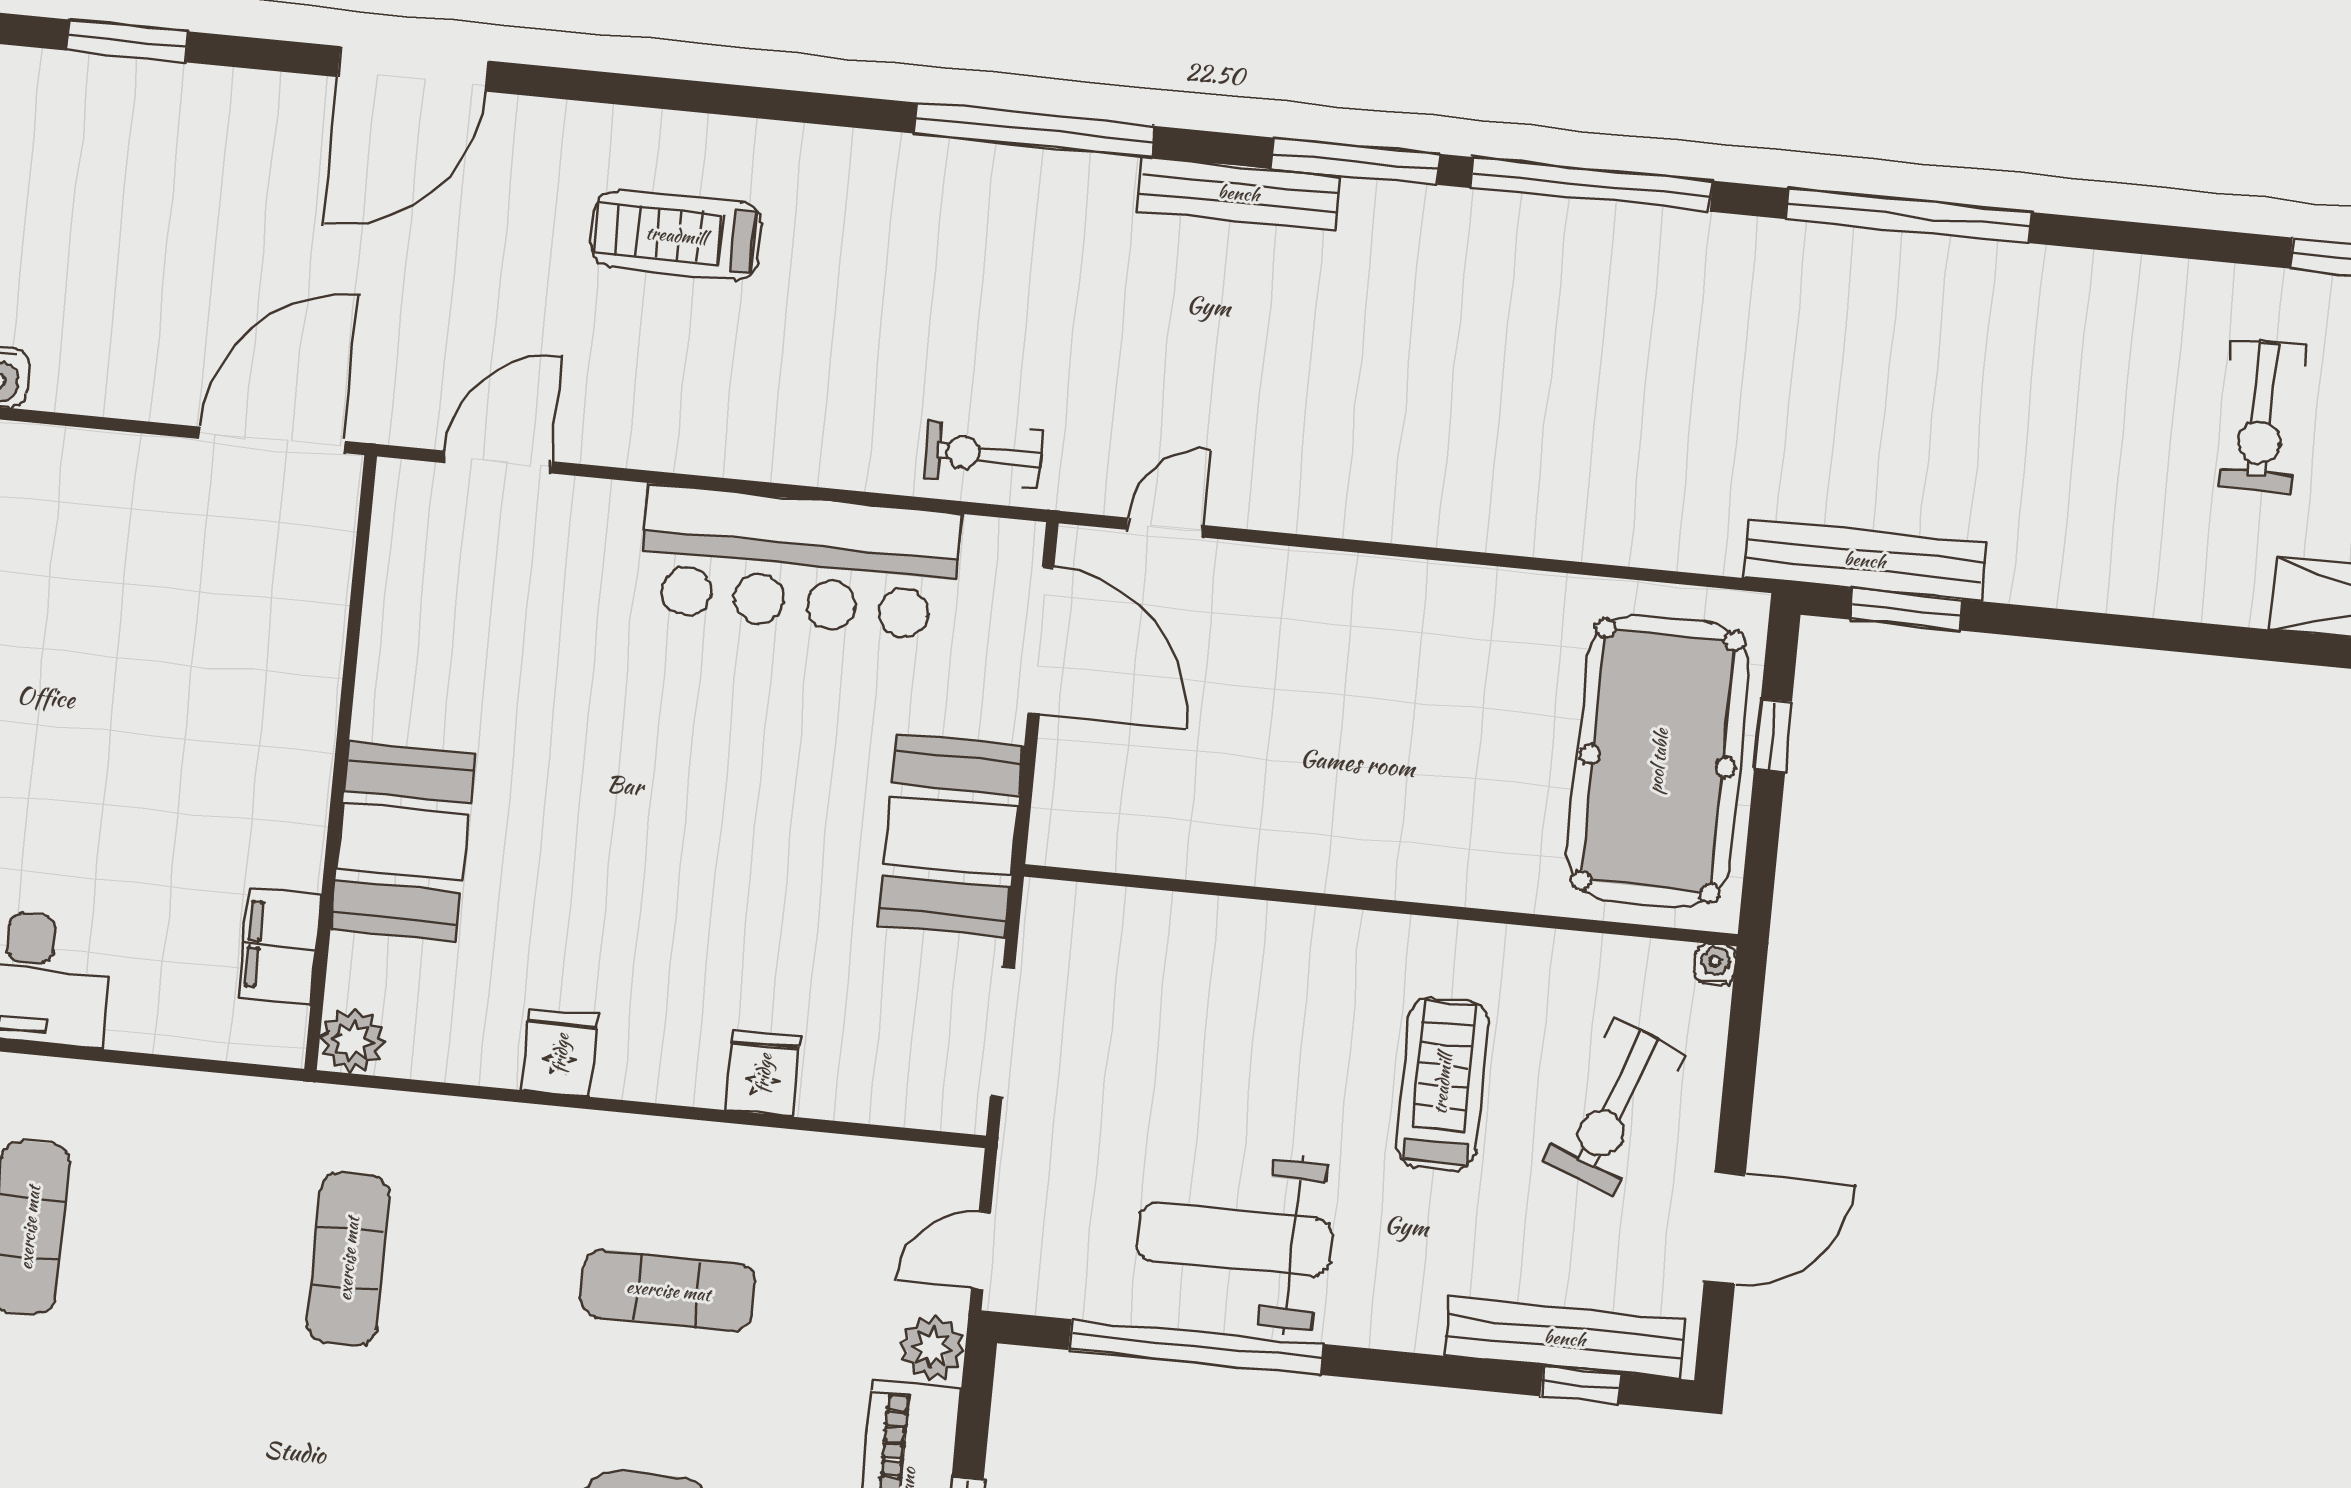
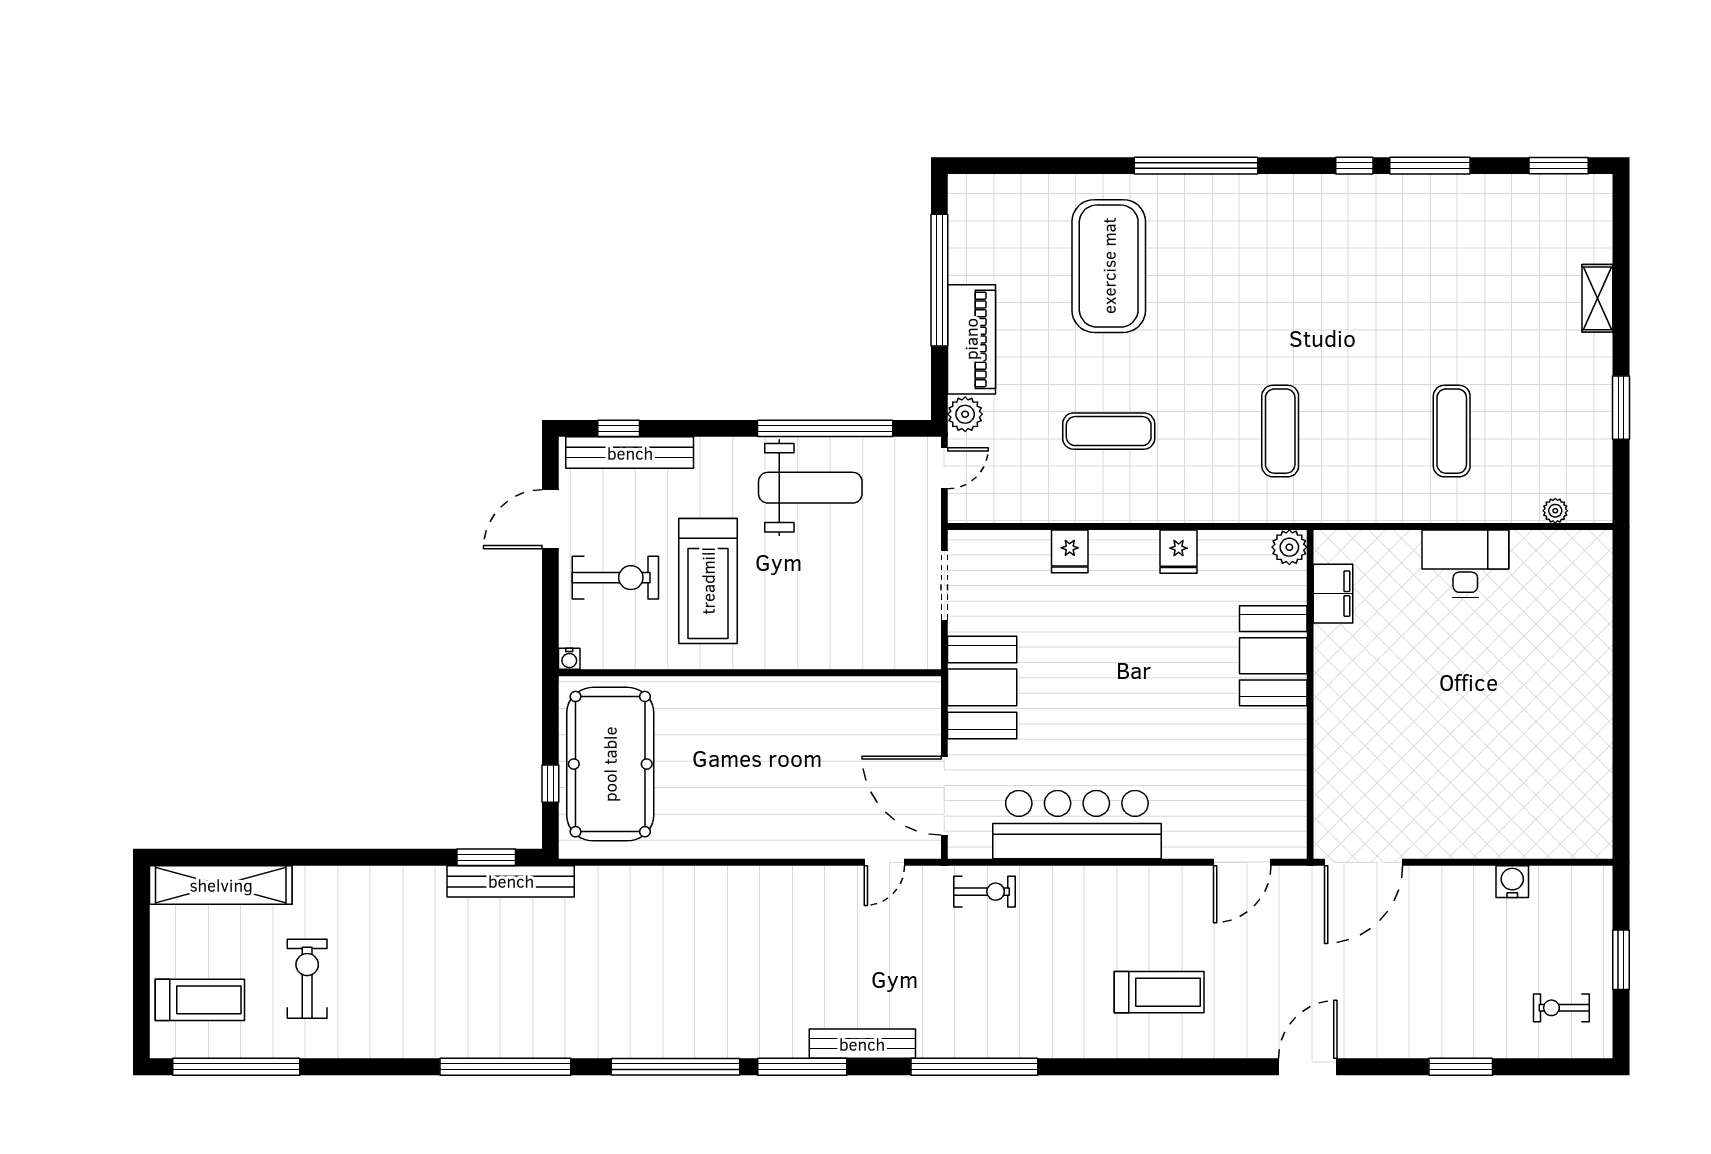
door: (413, 69) -> (1308, 1067), width x0.73
treadmill: (1442, 1084) -> (708, 581), width x1.37, depth x1.38
exercise bike: (1614, 1107) -> (615, 578), turned 69

